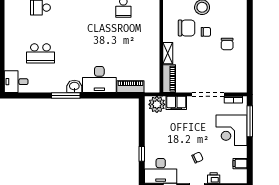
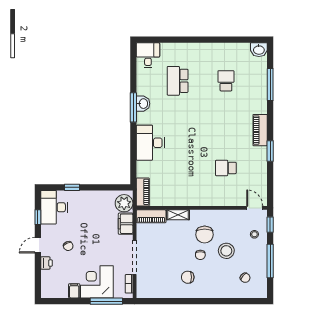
washbasin: (74, 86) -> (143, 104), moved
piano: (130, 87) -> (143, 192), moved
filing cabinet: (240, 164) -> (74, 291), moved

